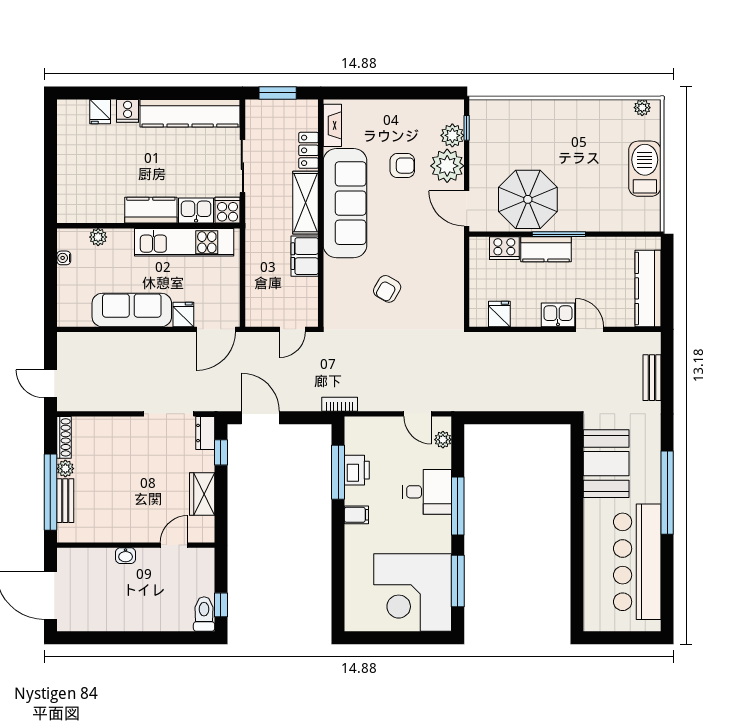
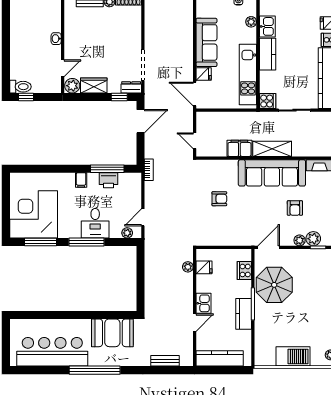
locker: (309, 150) -> (304, 151), removed
plant: (447, 166) -> (300, 240), width x0.53, depth x0.53
kitchen sink: (196, 211) -> (267, 26), moved
kitchen counter: (546, 249) -> (244, 314), moved
armchair: (387, 289) -> (219, 199), turned 150
plant: (498, 340) -> (188, 267), added
plant: (202, 529) -> (72, 86), added
door: (174, 545) -> (63, 68), hinge flipped

